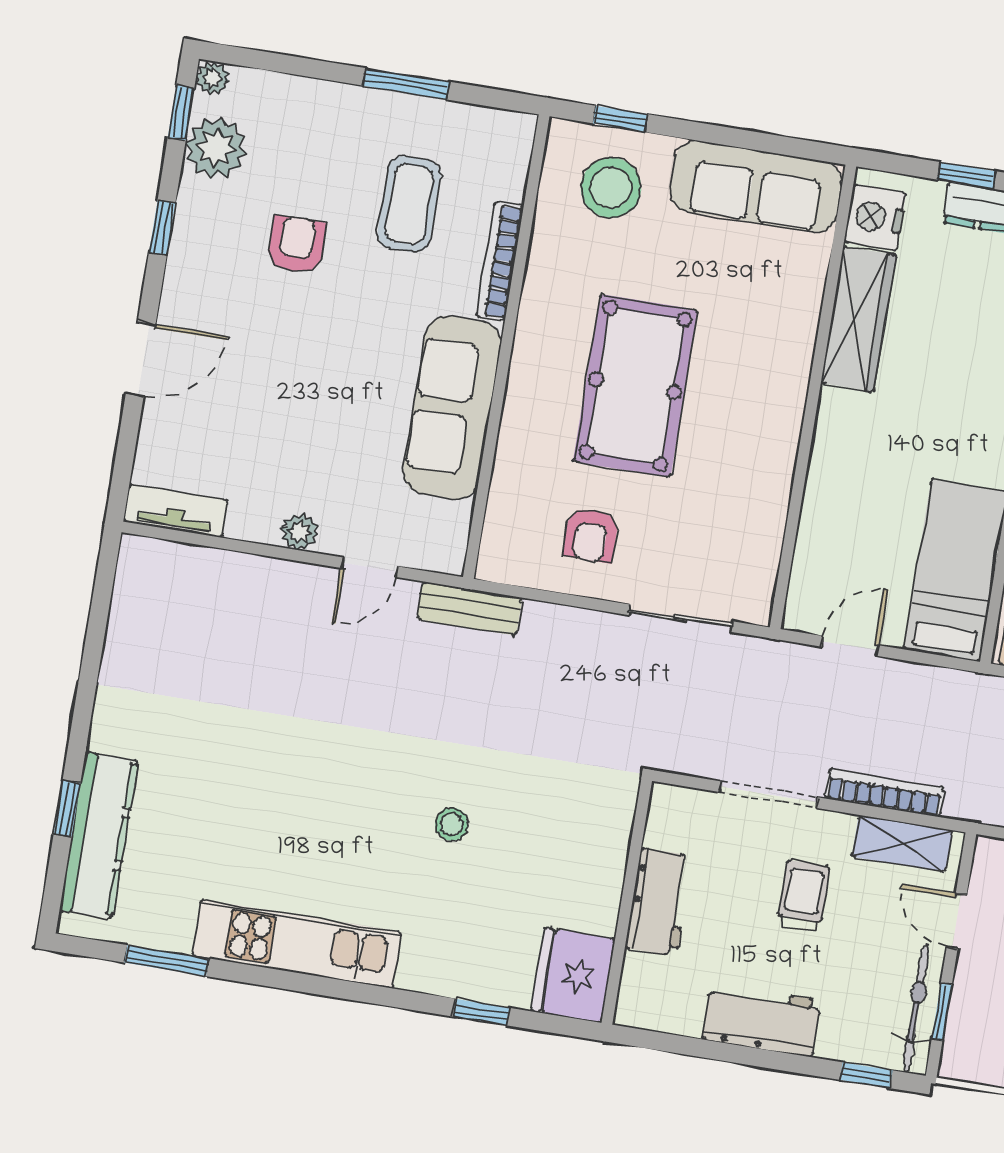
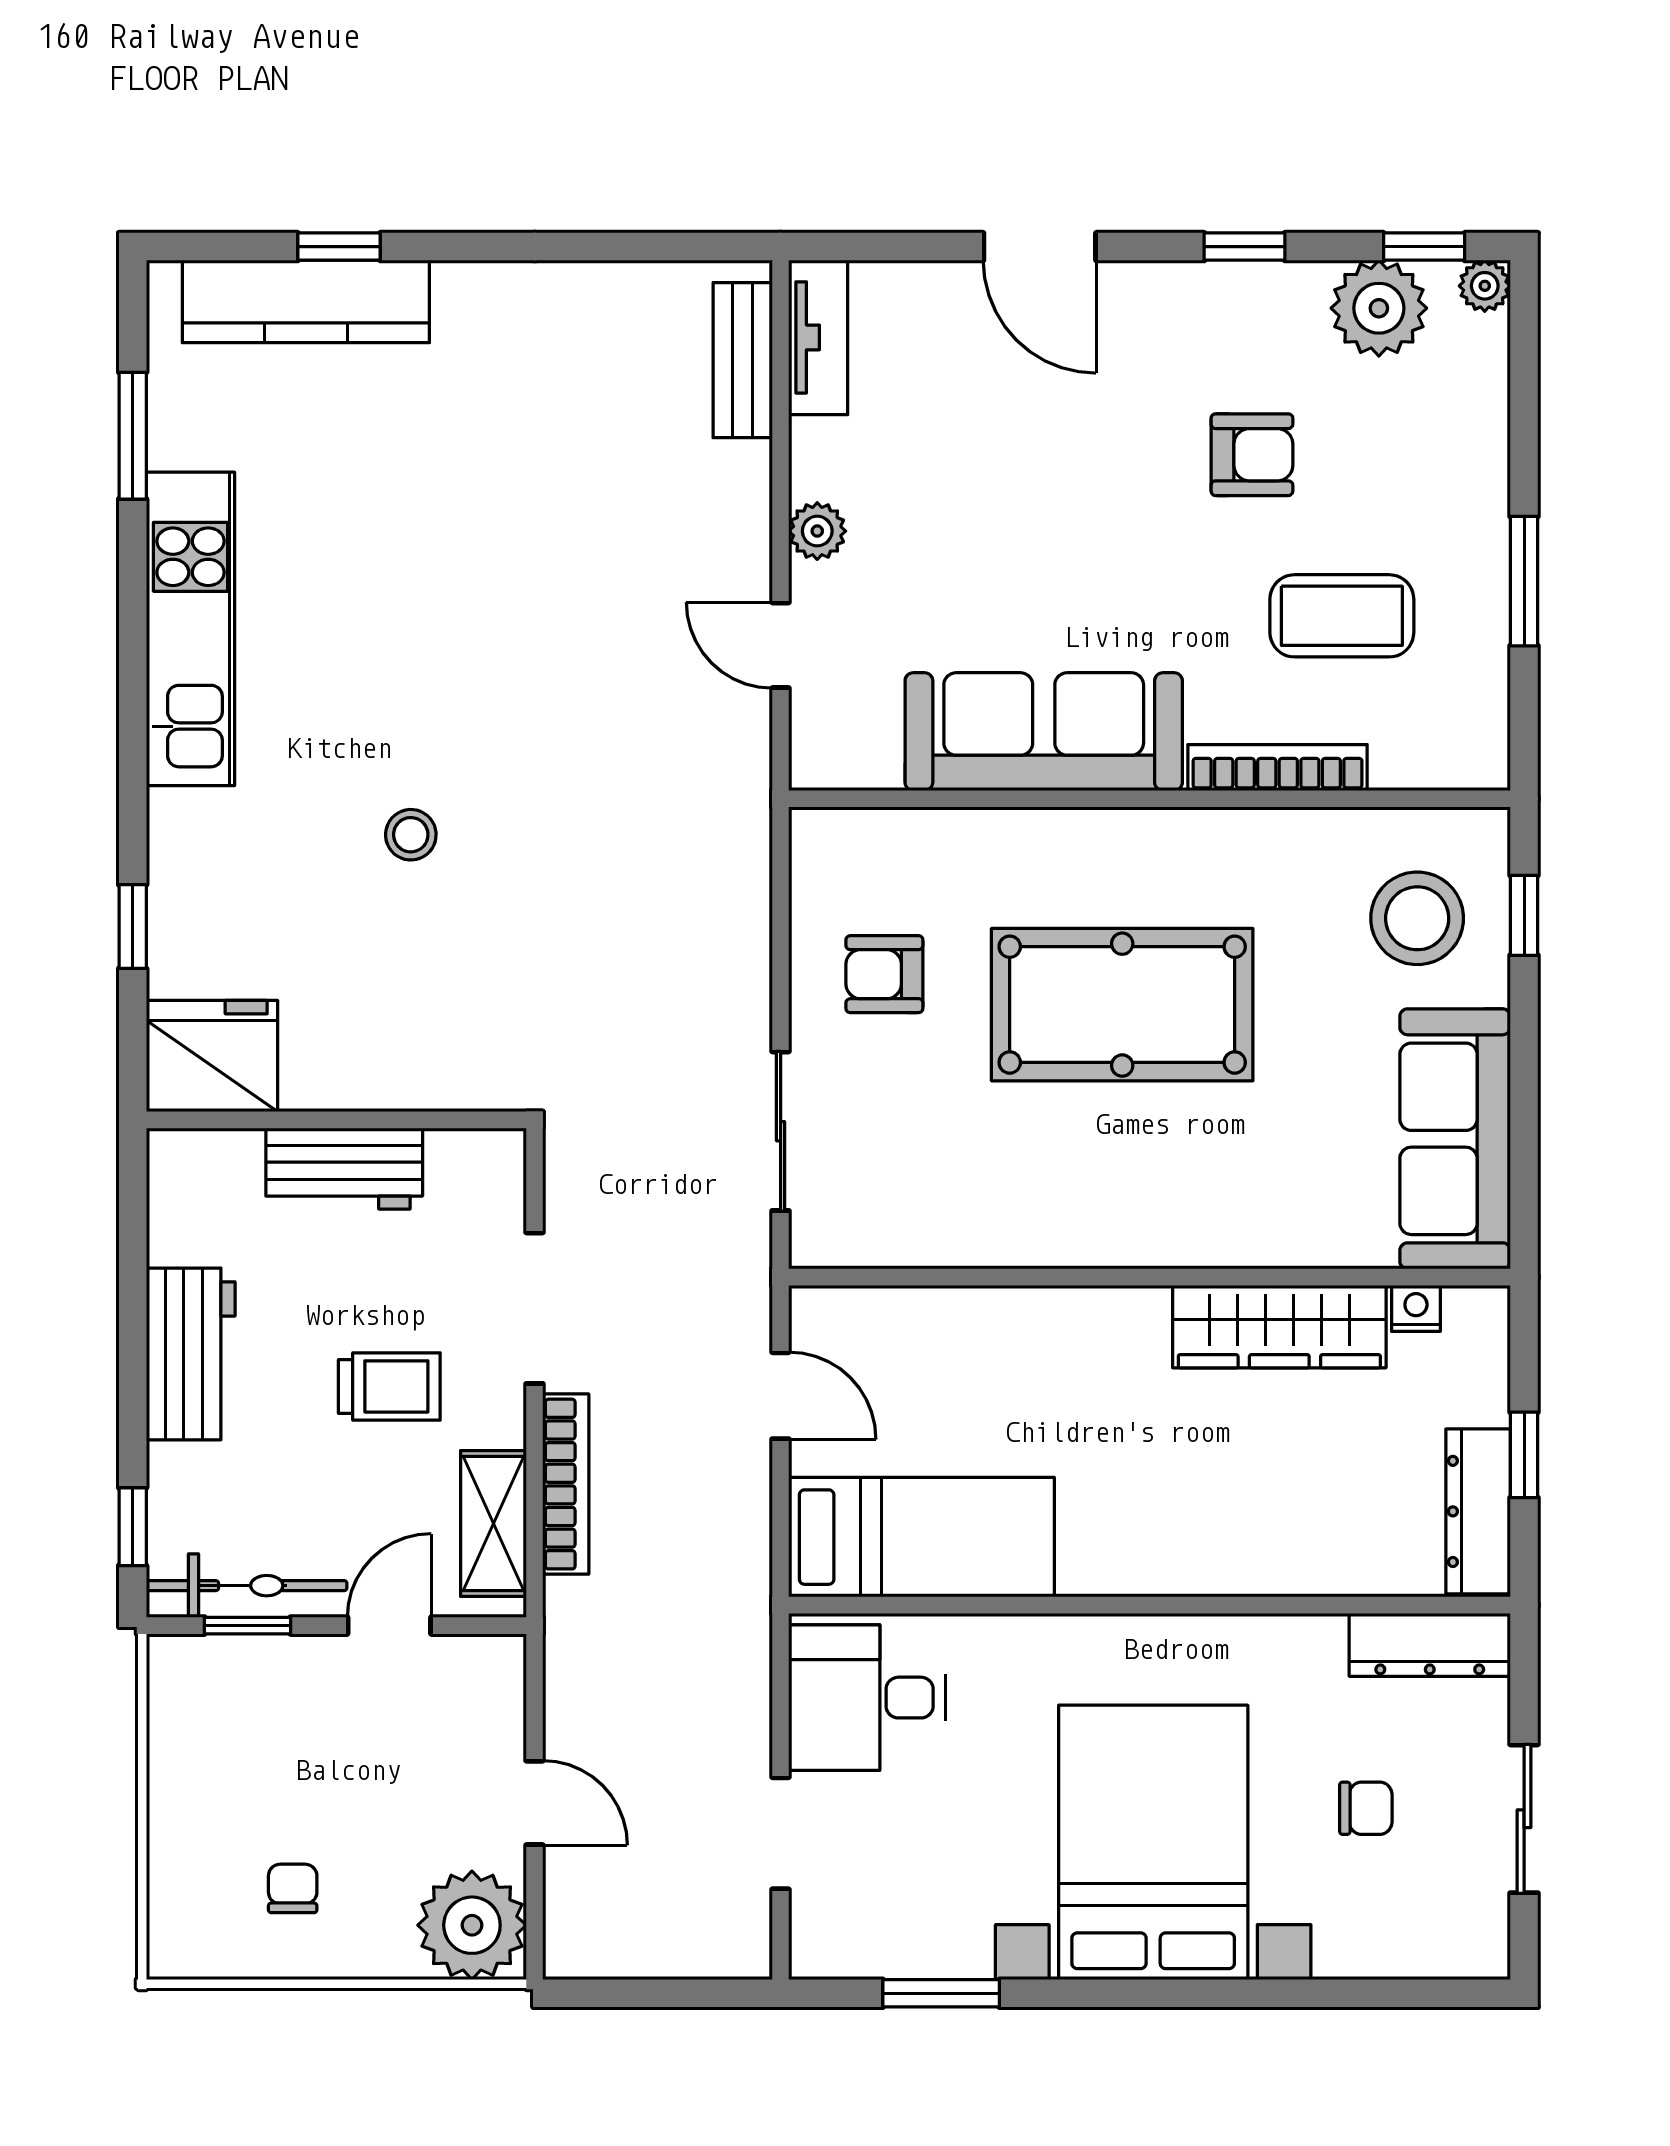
nightstand: (875, 217) -> (1416, 1308), width x0.53, depth x0.56
bench: (469, 609) -> (743, 360), moved

